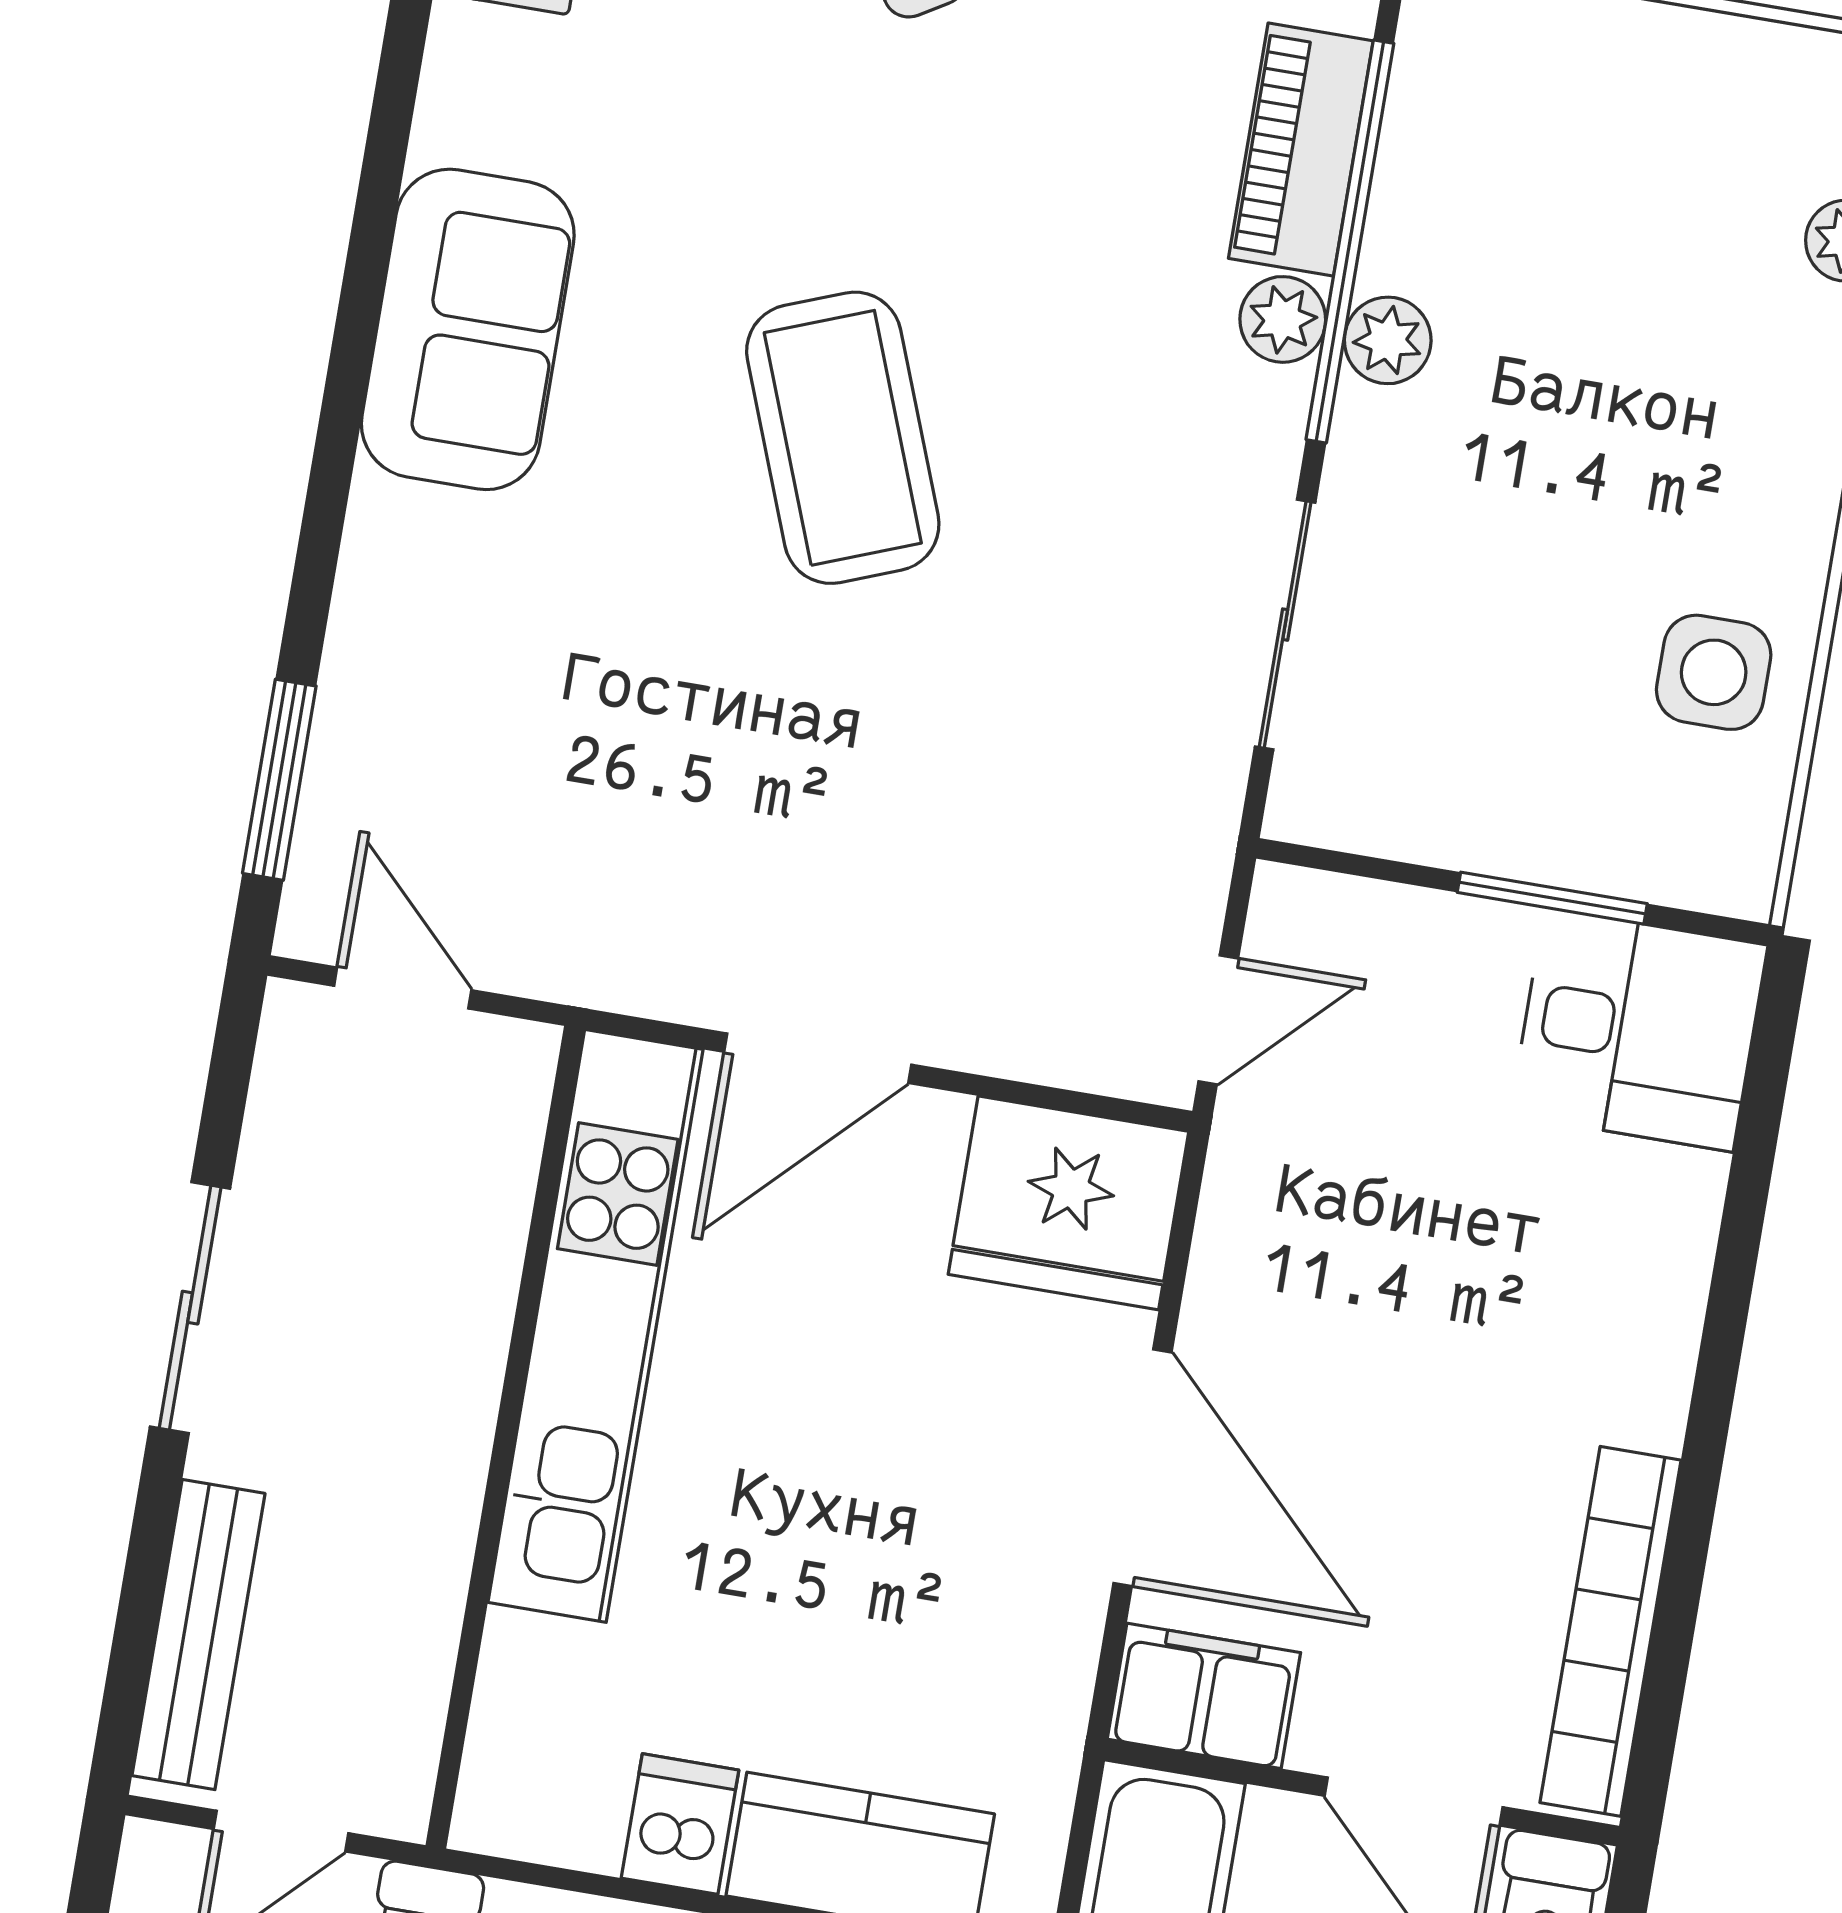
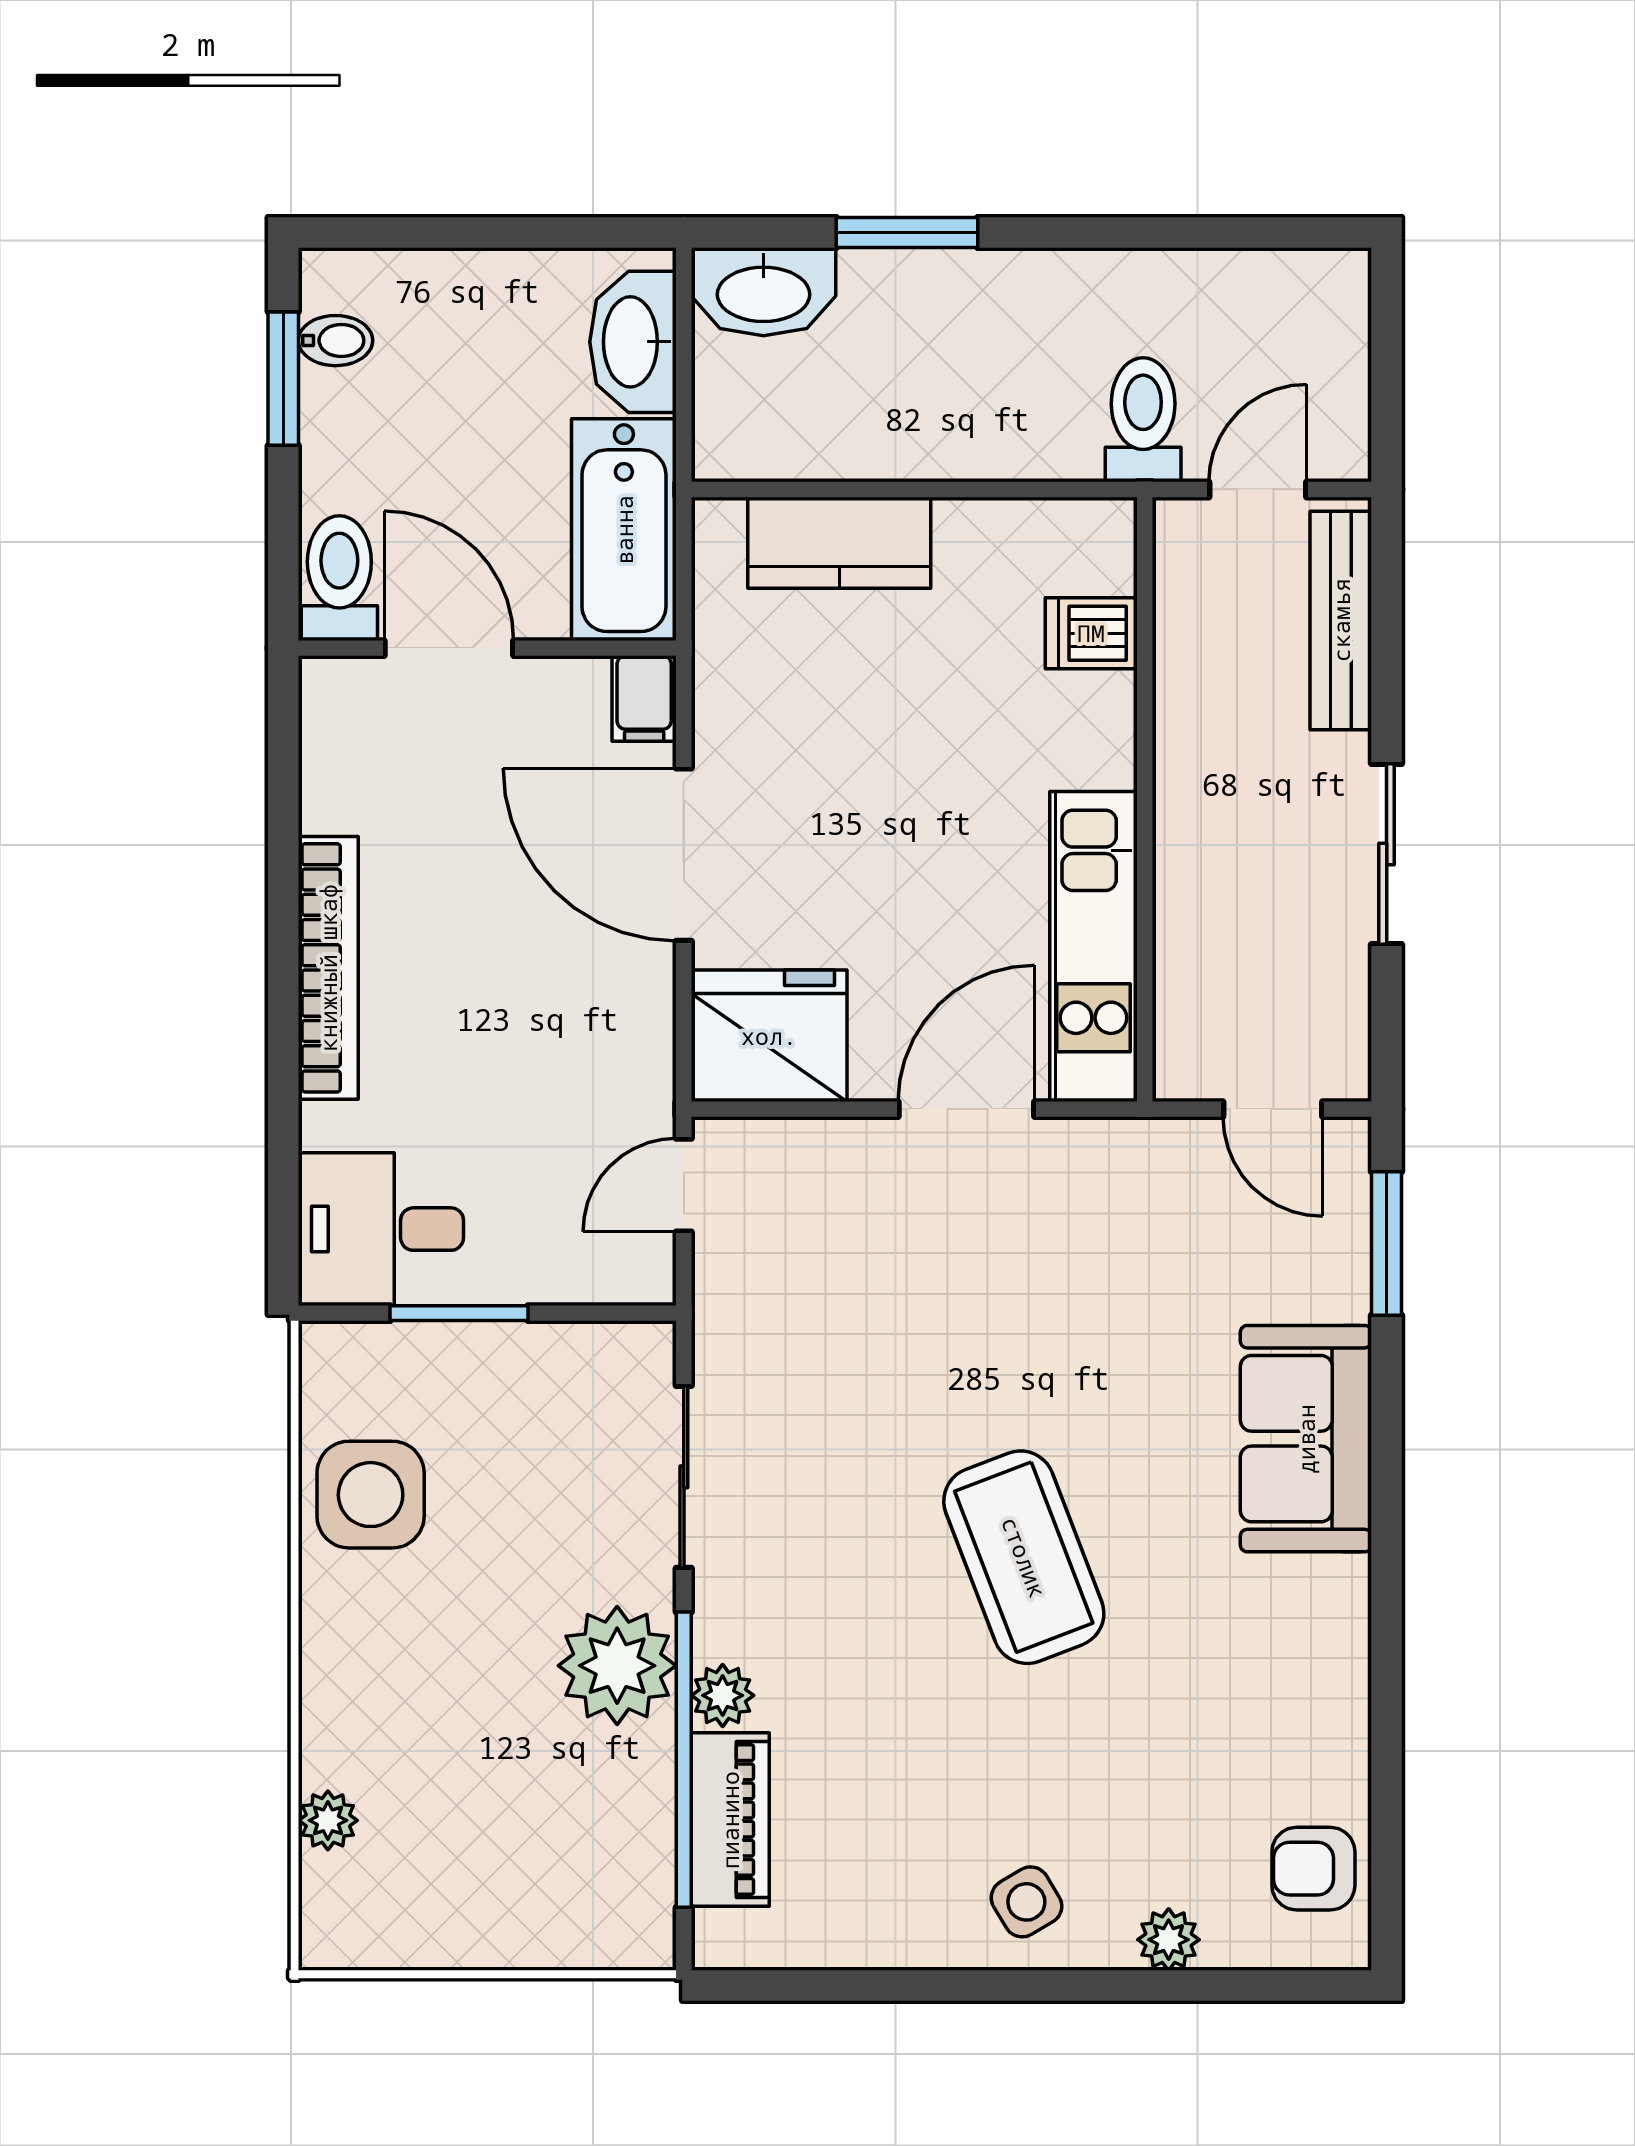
sofa: (468, 329) -> (1306, 1439), moved
plant: (1388, 340) -> (617, 1666), width x1.88, depth x1.88
side table: (1714, 672) -> (371, 1495), width x1.37, depth x1.37
kitchen unit: (595, 1326) -> (1093, 946), width x0.73
bookcase: (1610, 1631) -> (328, 968), moved
filing cabinet: (1204, 1696) -> (644, 698), width x0.50
dishwasher: (680, 1824) -> (1091, 633), moved, turned 90

